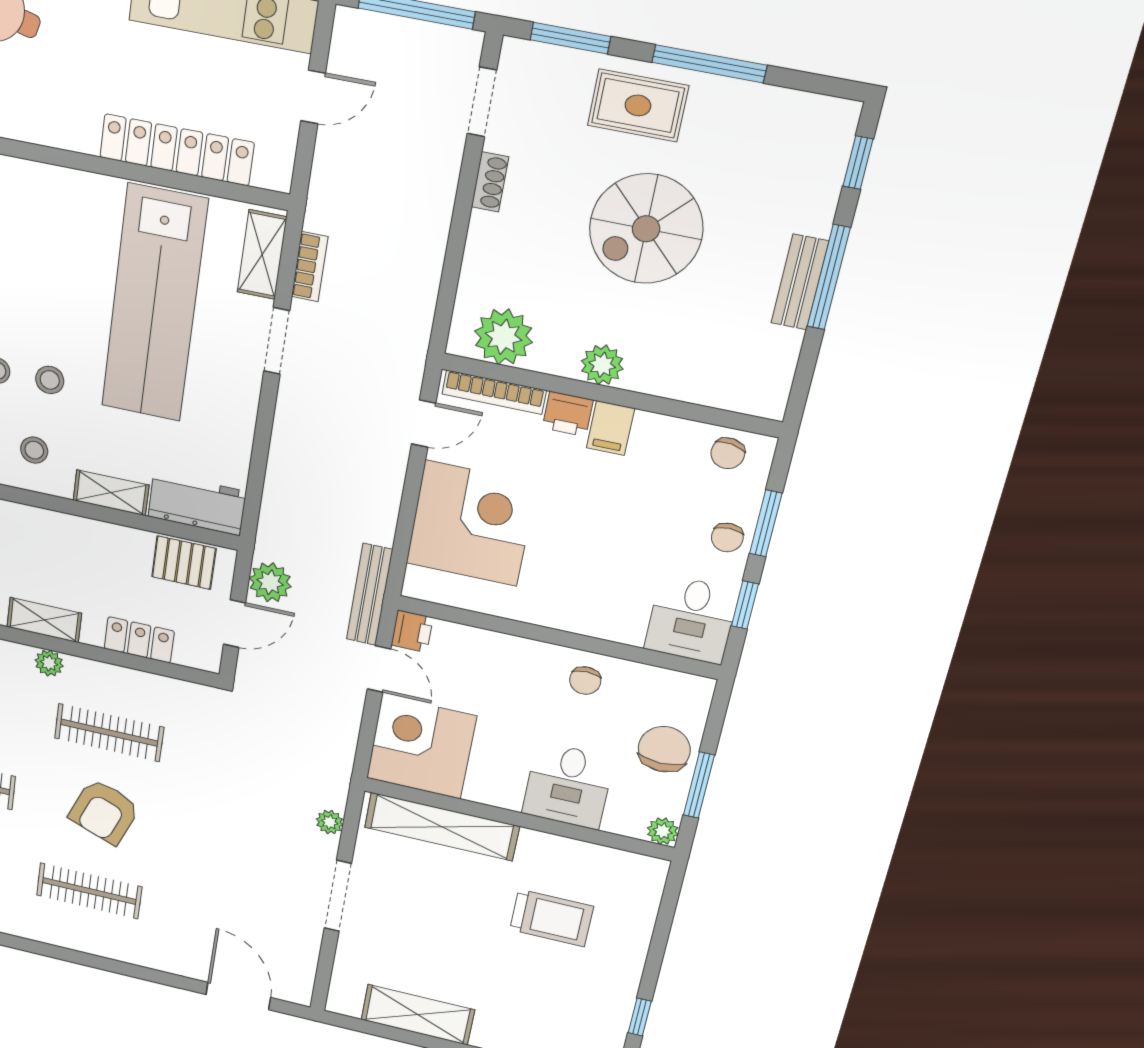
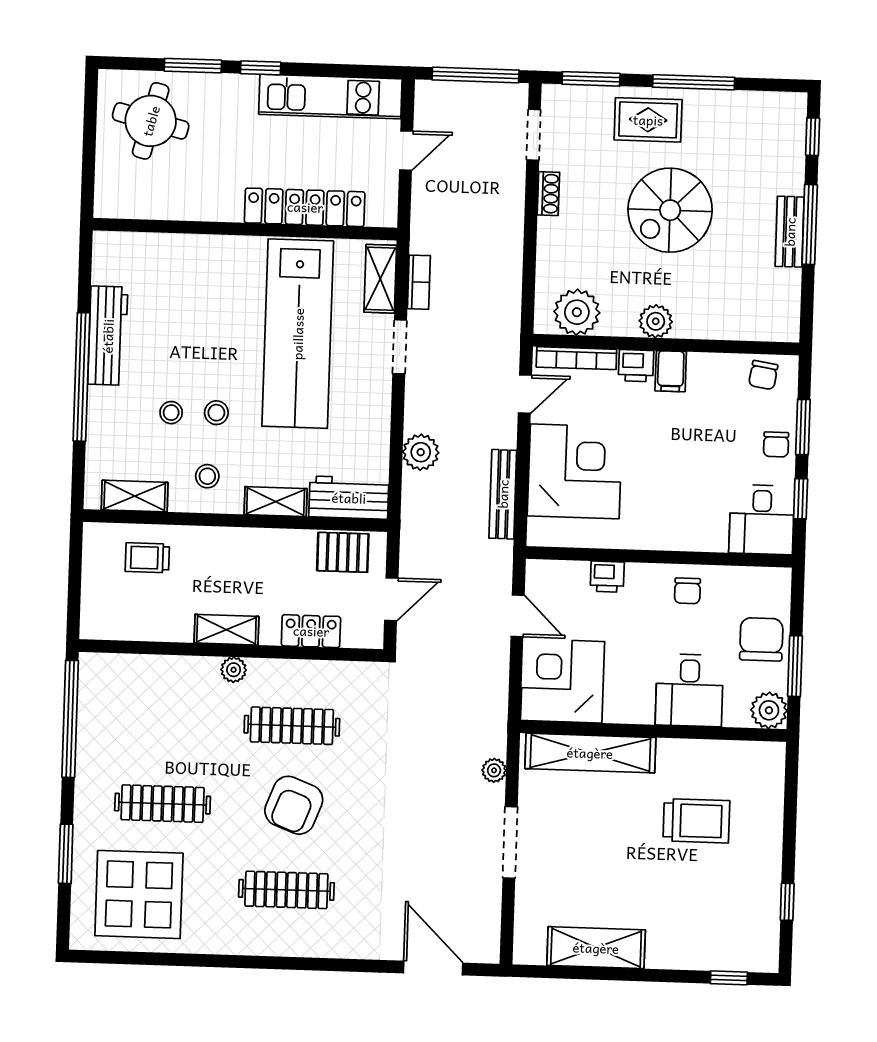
plant: (270, 582) -> (421, 452), moved
bench: (369, 595) -> (503, 494), moved
printer: (412, 631) -> (607, 577), moved, turned 90
plant: (663, 831) -> (769, 710), width x1.38, depth x1.38

